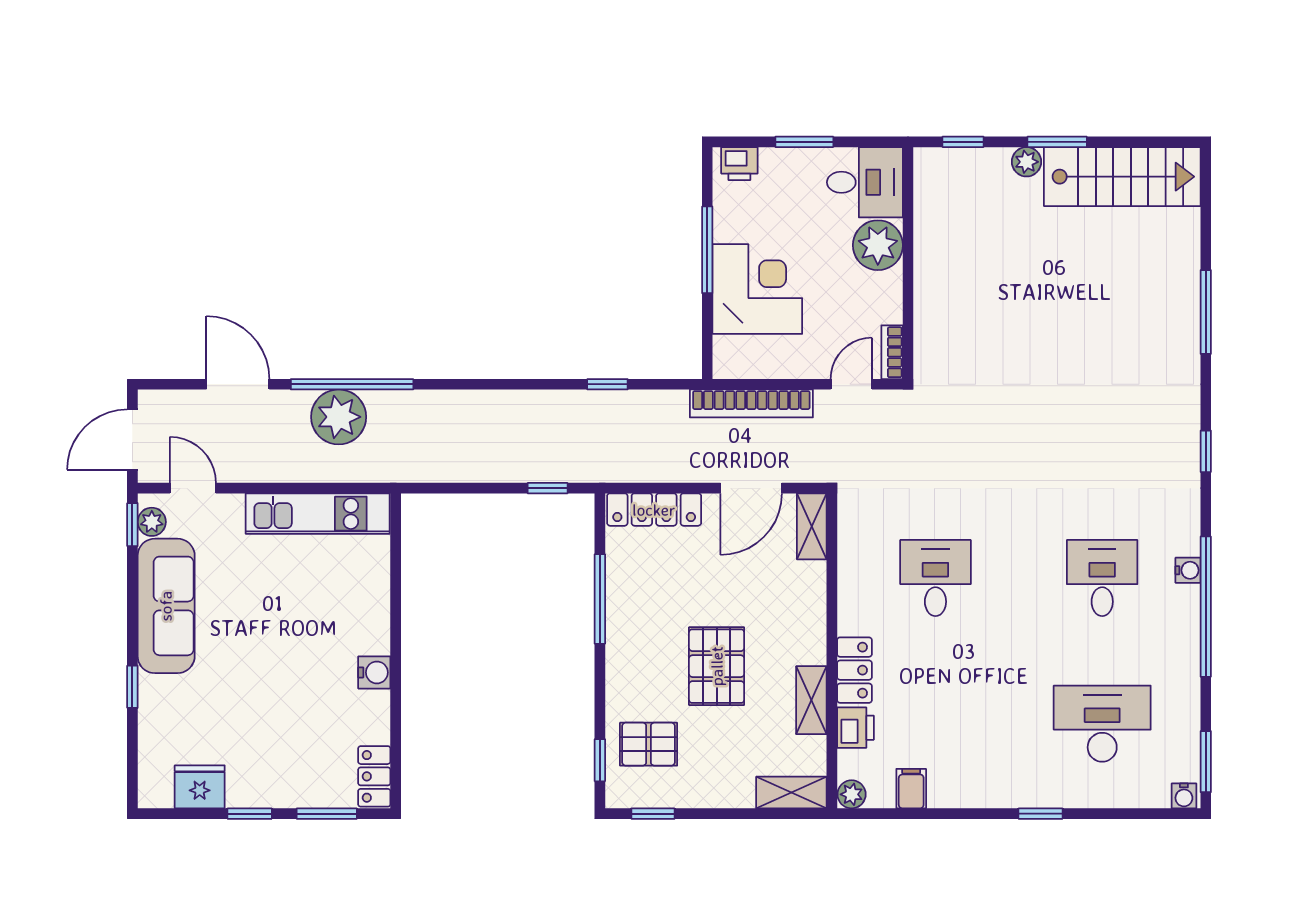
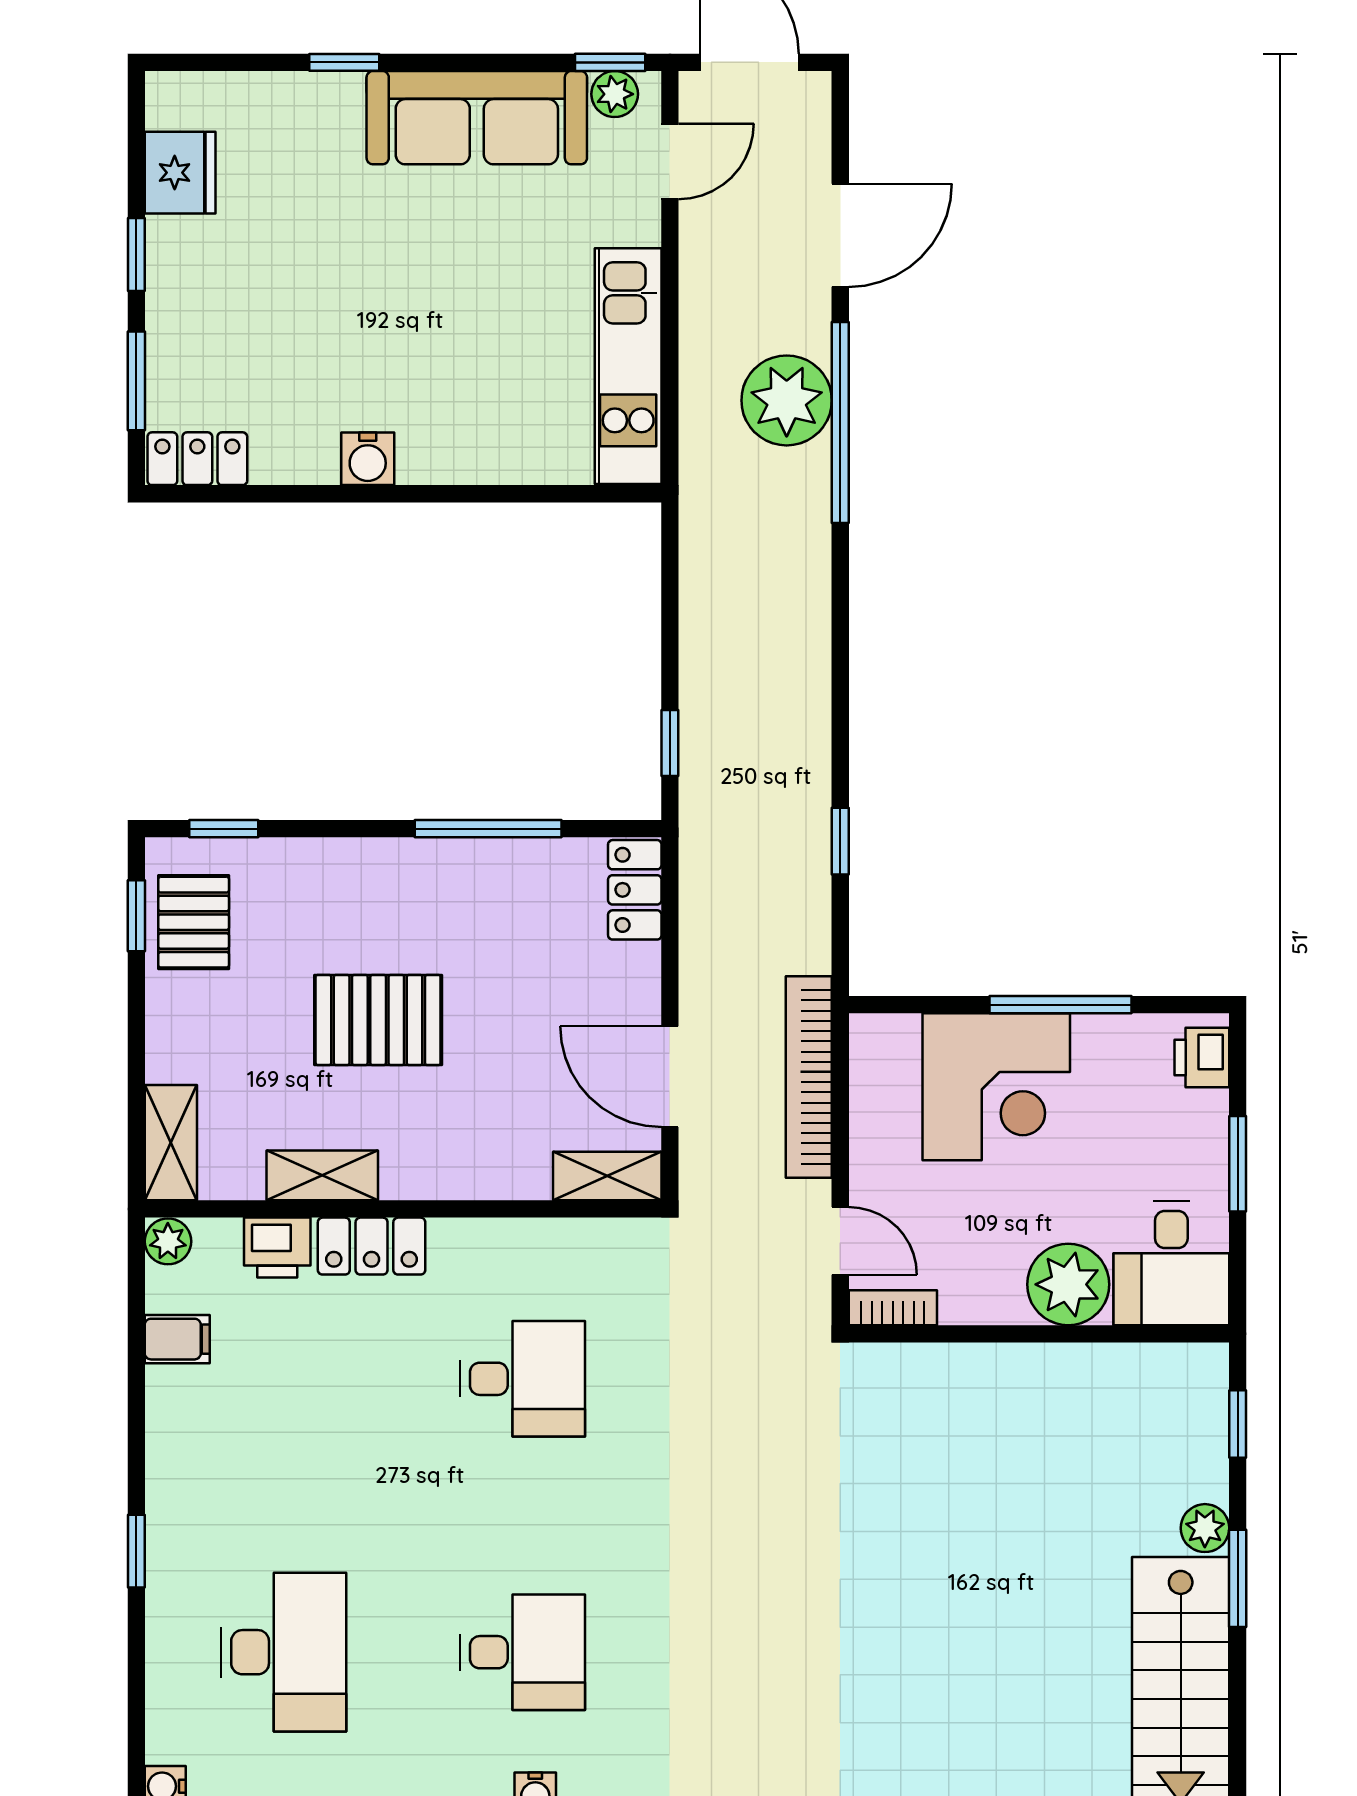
locker: (654, 510) -> (635, 890), width x0.66
pallet: (649, 744) -> (194, 922), moved

